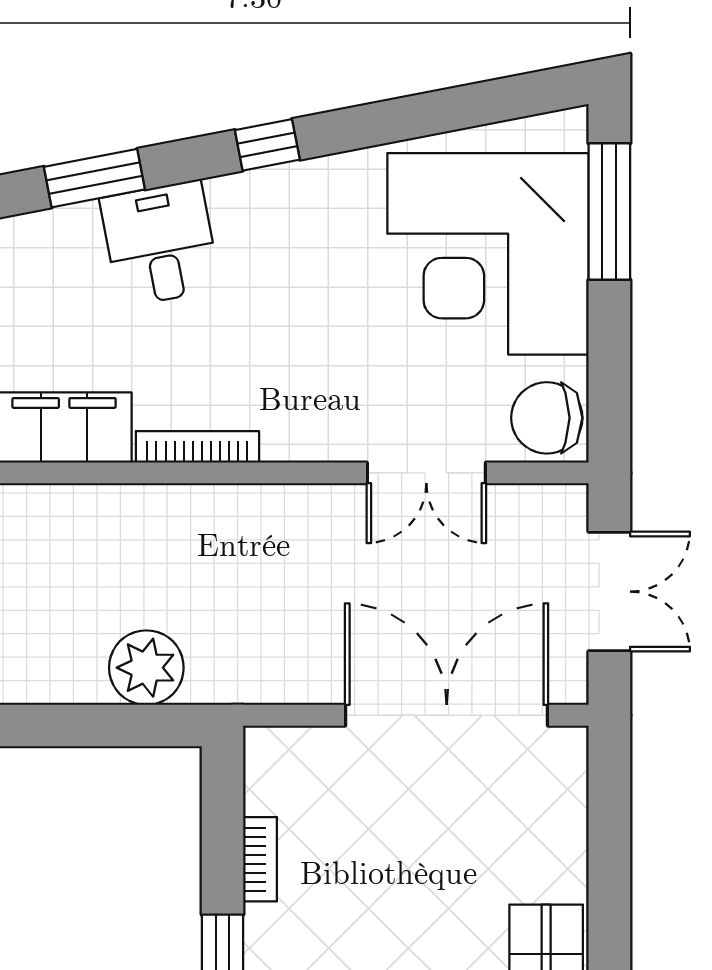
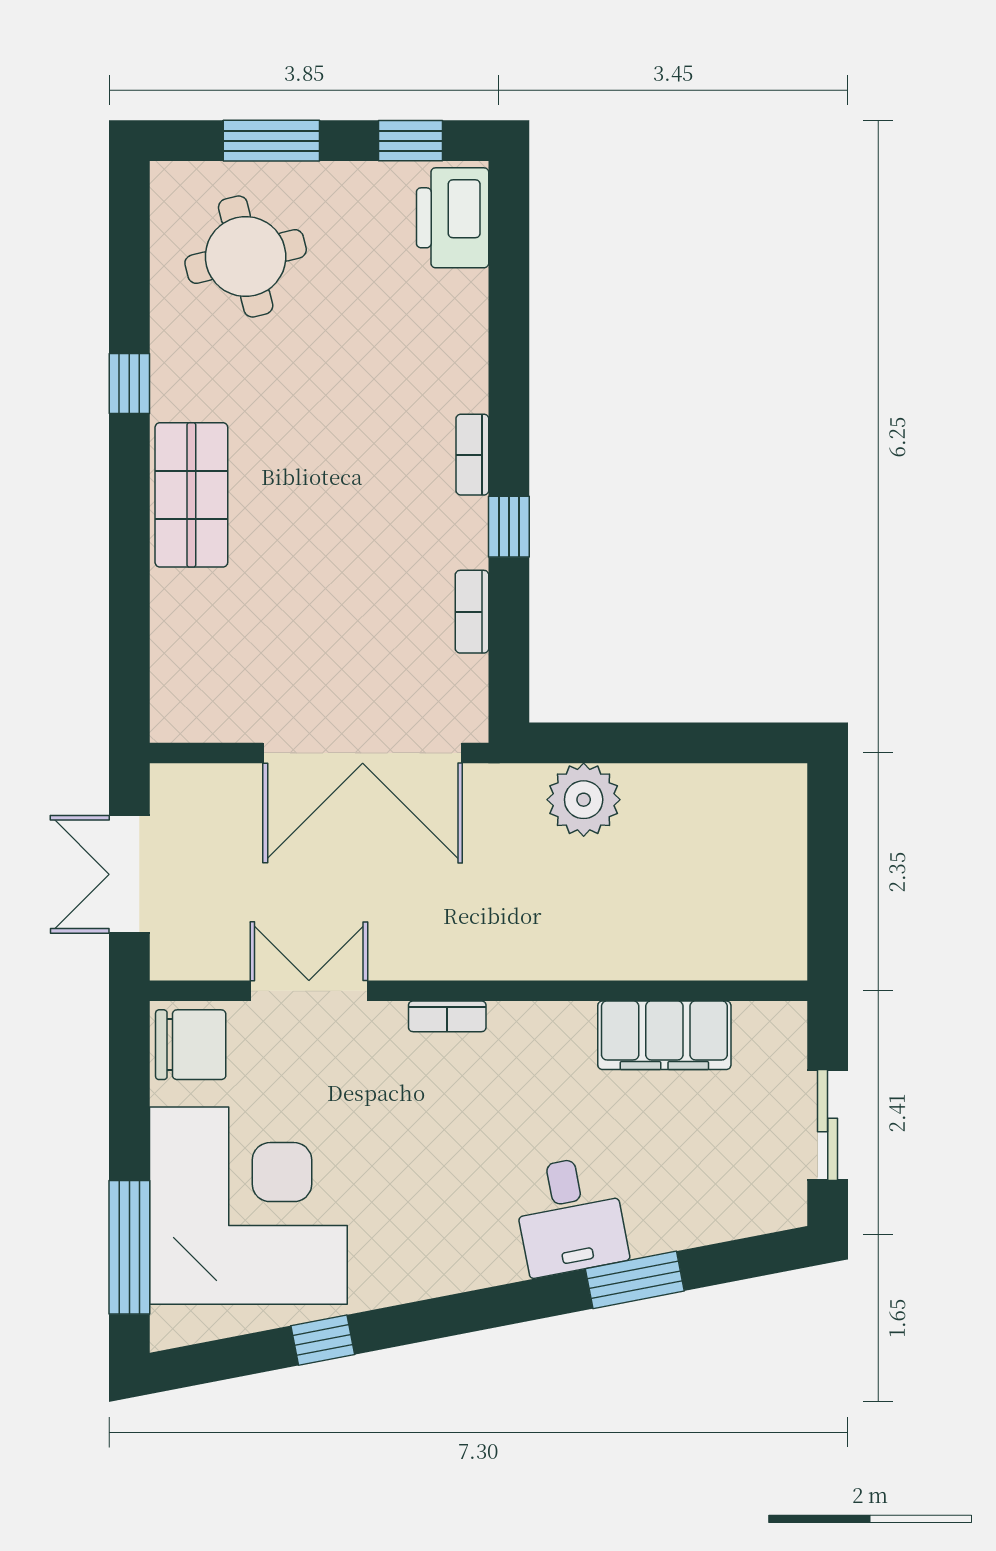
window: (267, 145) -> (323, 1340), moved
bookcase: (197, 447) -> (447, 1016), moved, width x0.64
double door: (447, 715) -> (363, 753), moved

